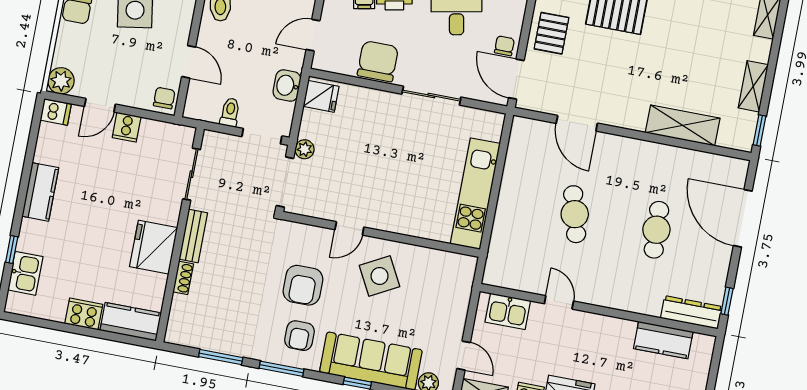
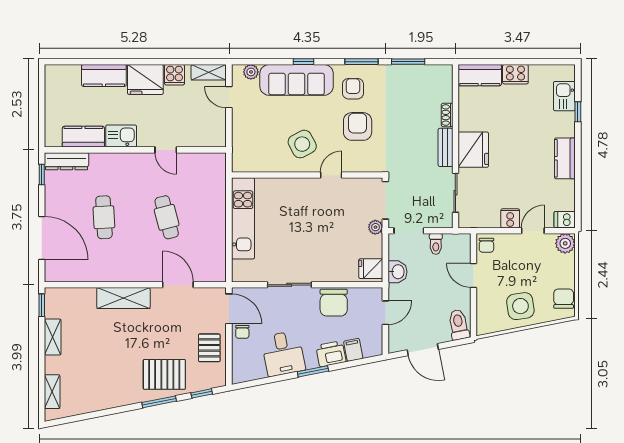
shelving: (683, 125) -> (123, 298), moved
fridge: (154, 247) -> (473, 150), moved
kitchen sink: (508, 311) -> (121, 136), moved

